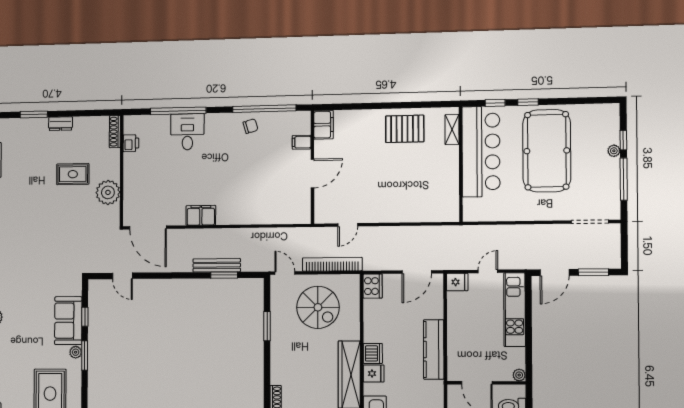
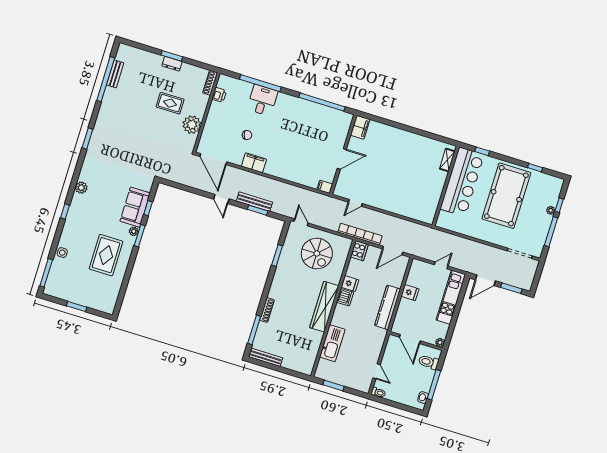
window: (528, 102) -> (535, 168), moved
window: (34, 114) -> (172, 56), moved
chair: (250, 126) -> (247, 135), moved
pallet: (405, 129) -> (415, 149), removed
filing cabinet: (302, 142) -> (325, 187), moved
bookcase: (332, 264) -> (360, 234), moved
door: (122, 276) -> (221, 199), moved
fridge: (457, 282) -> (410, 293), moved
fridge: (374, 374) -> (350, 284), moved

